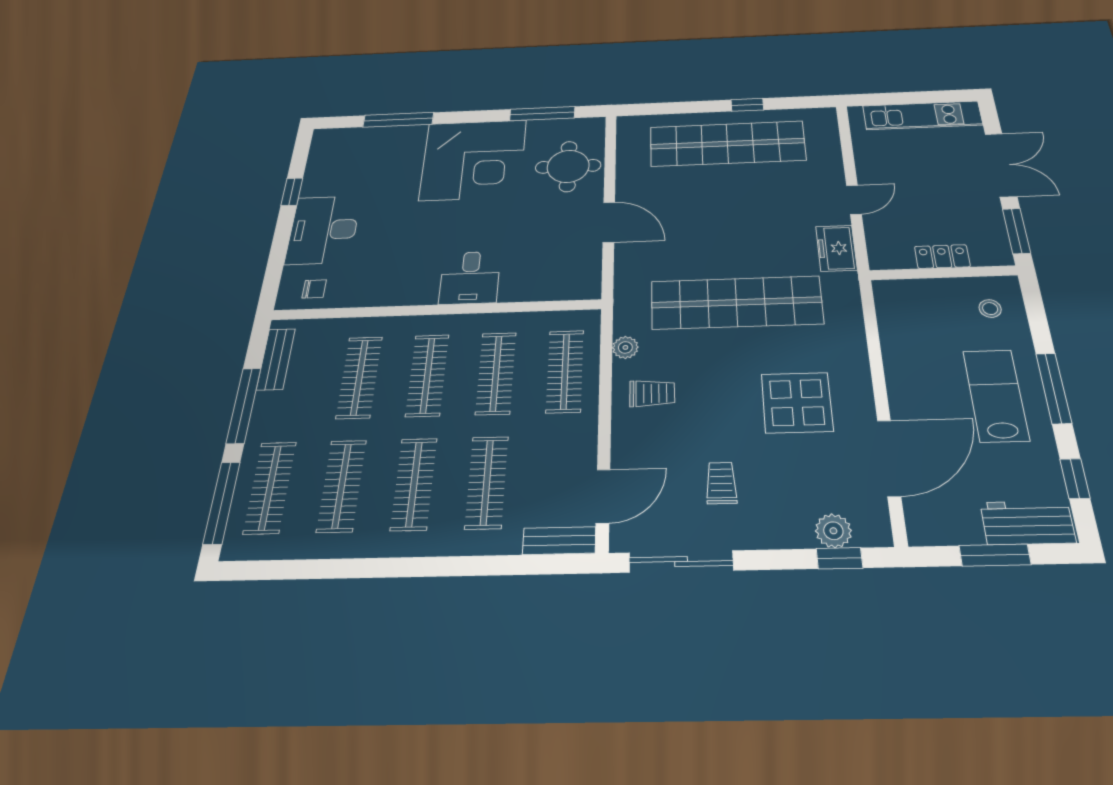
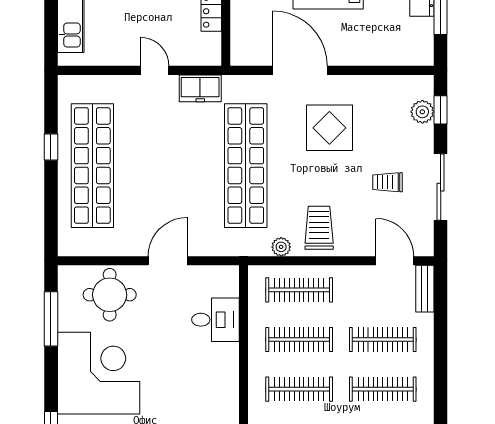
desk: (470, 278) -> (215, 320), moved
trolley: (652, 393) -> (319, 228), width x1.36, depth x1.39
door: (889, 458) -> (300, 70), moved
sliding door: (681, 562) -> (441, 187), moved

